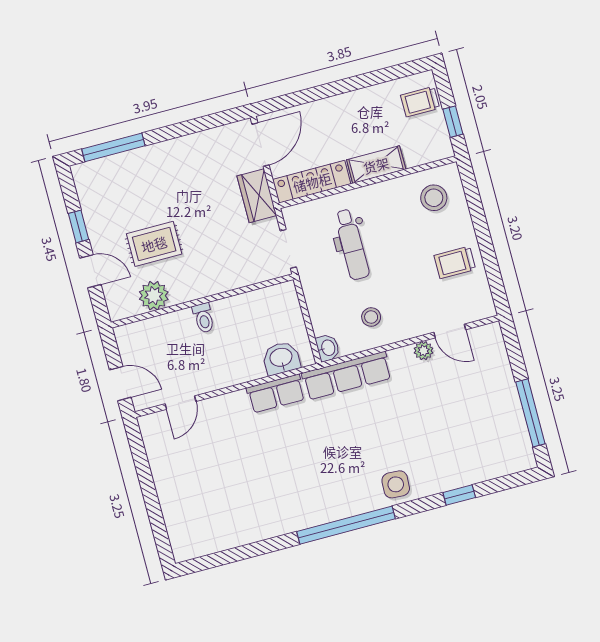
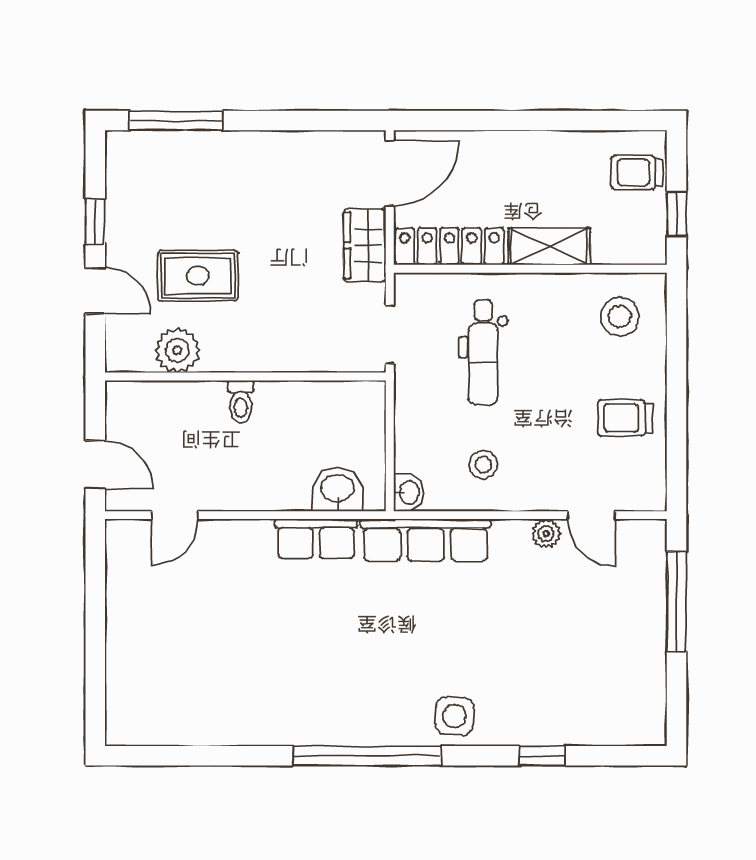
window: (530, 413) -> (677, 601), moved

